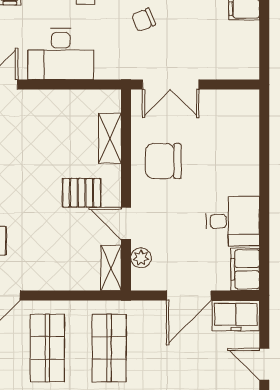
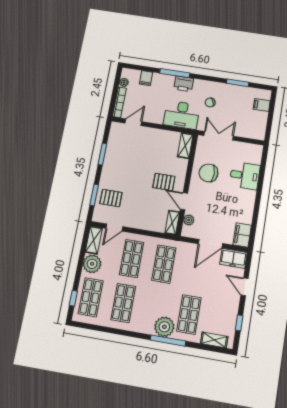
desk: (61, 54) -> (182, 115), moved
double door: (171, 85) -> (219, 136), swing flipped
shelving: (110, 138) -> (185, 146), moved
desk: (233, 221) -> (245, 176), moved

